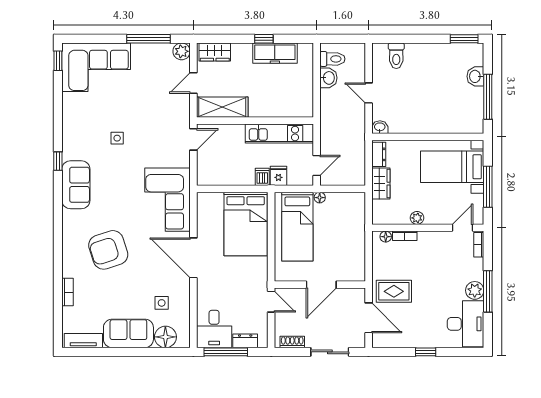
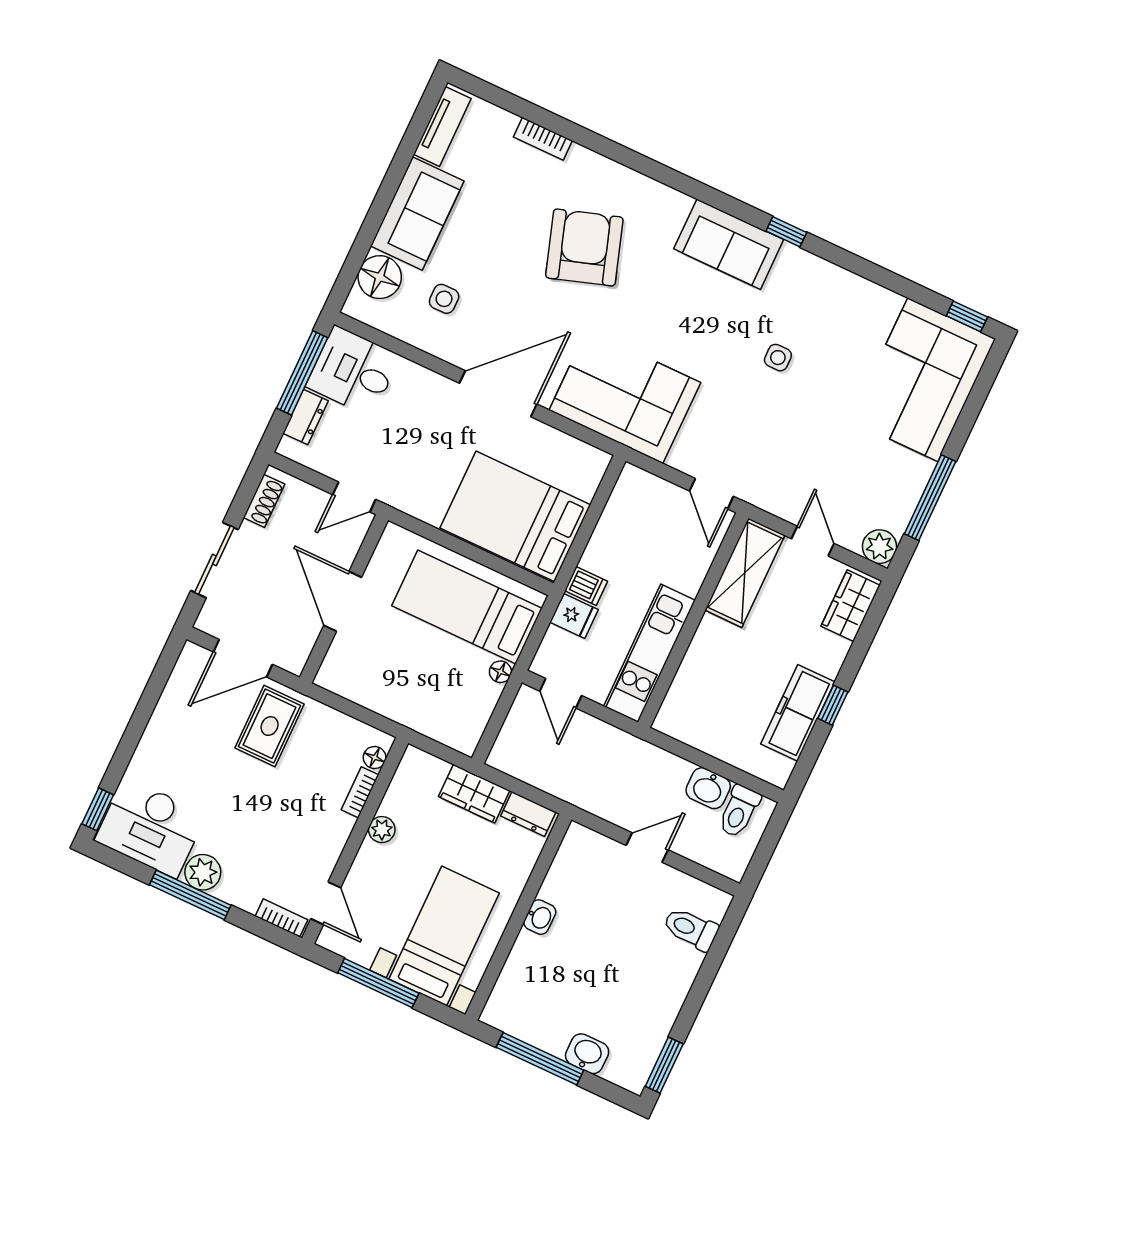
washbasin: (380, 127) -> (540, 917), moved
window: (426, 352) -> (98, 809), moved

